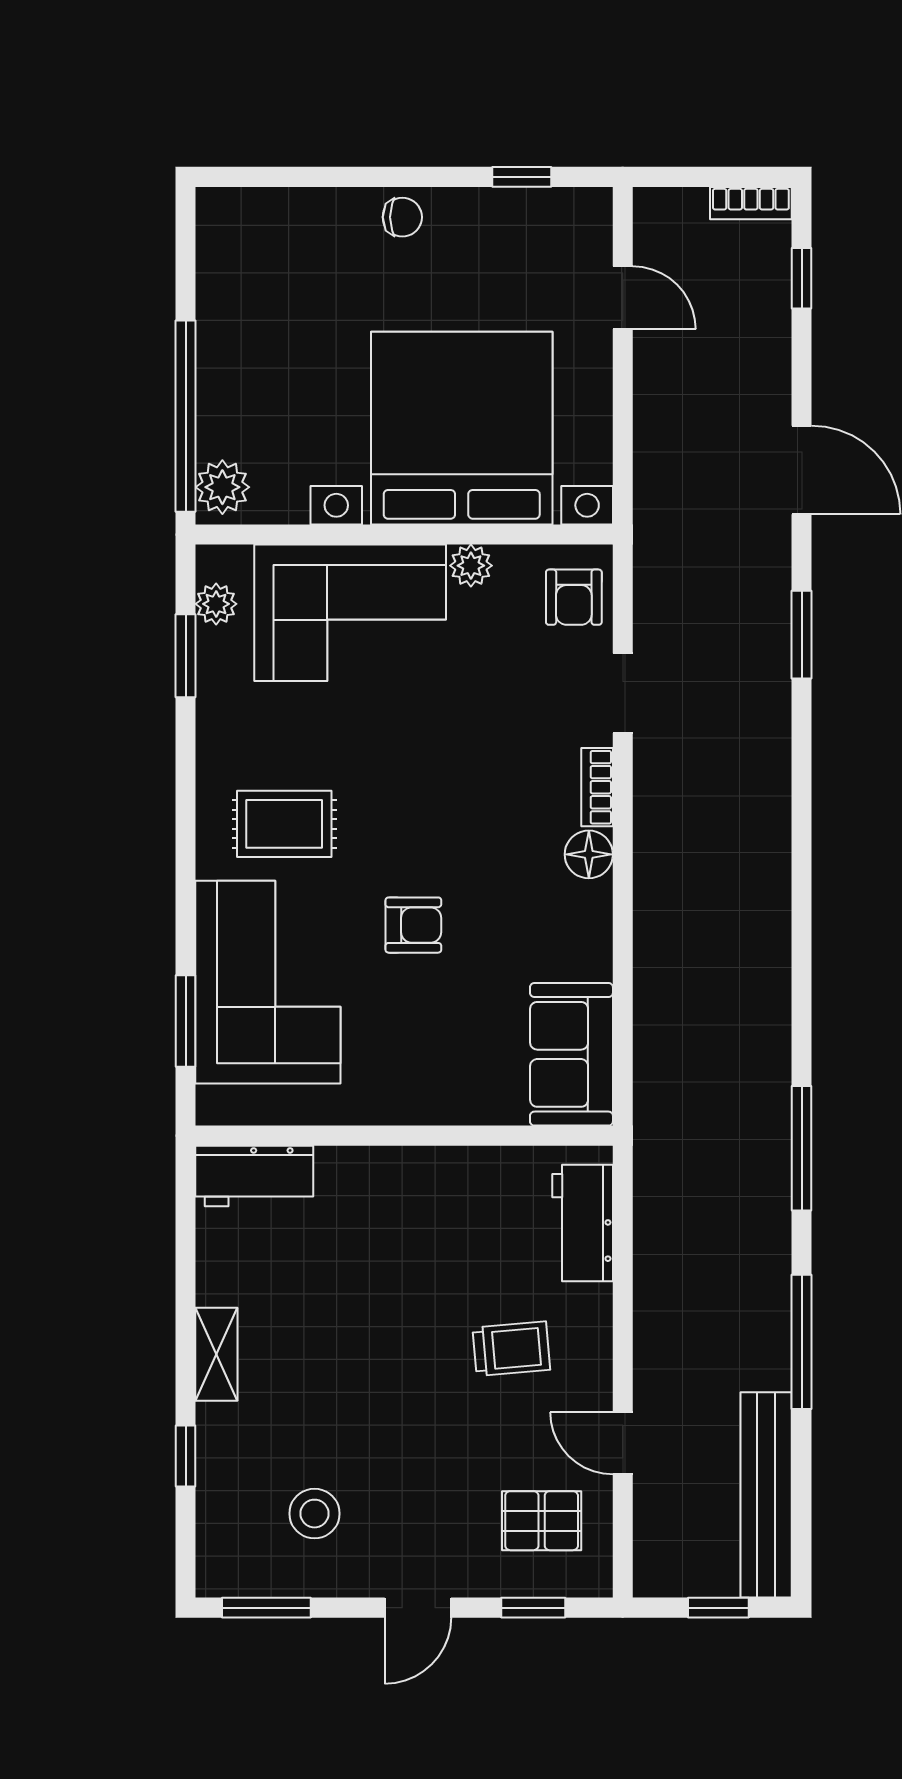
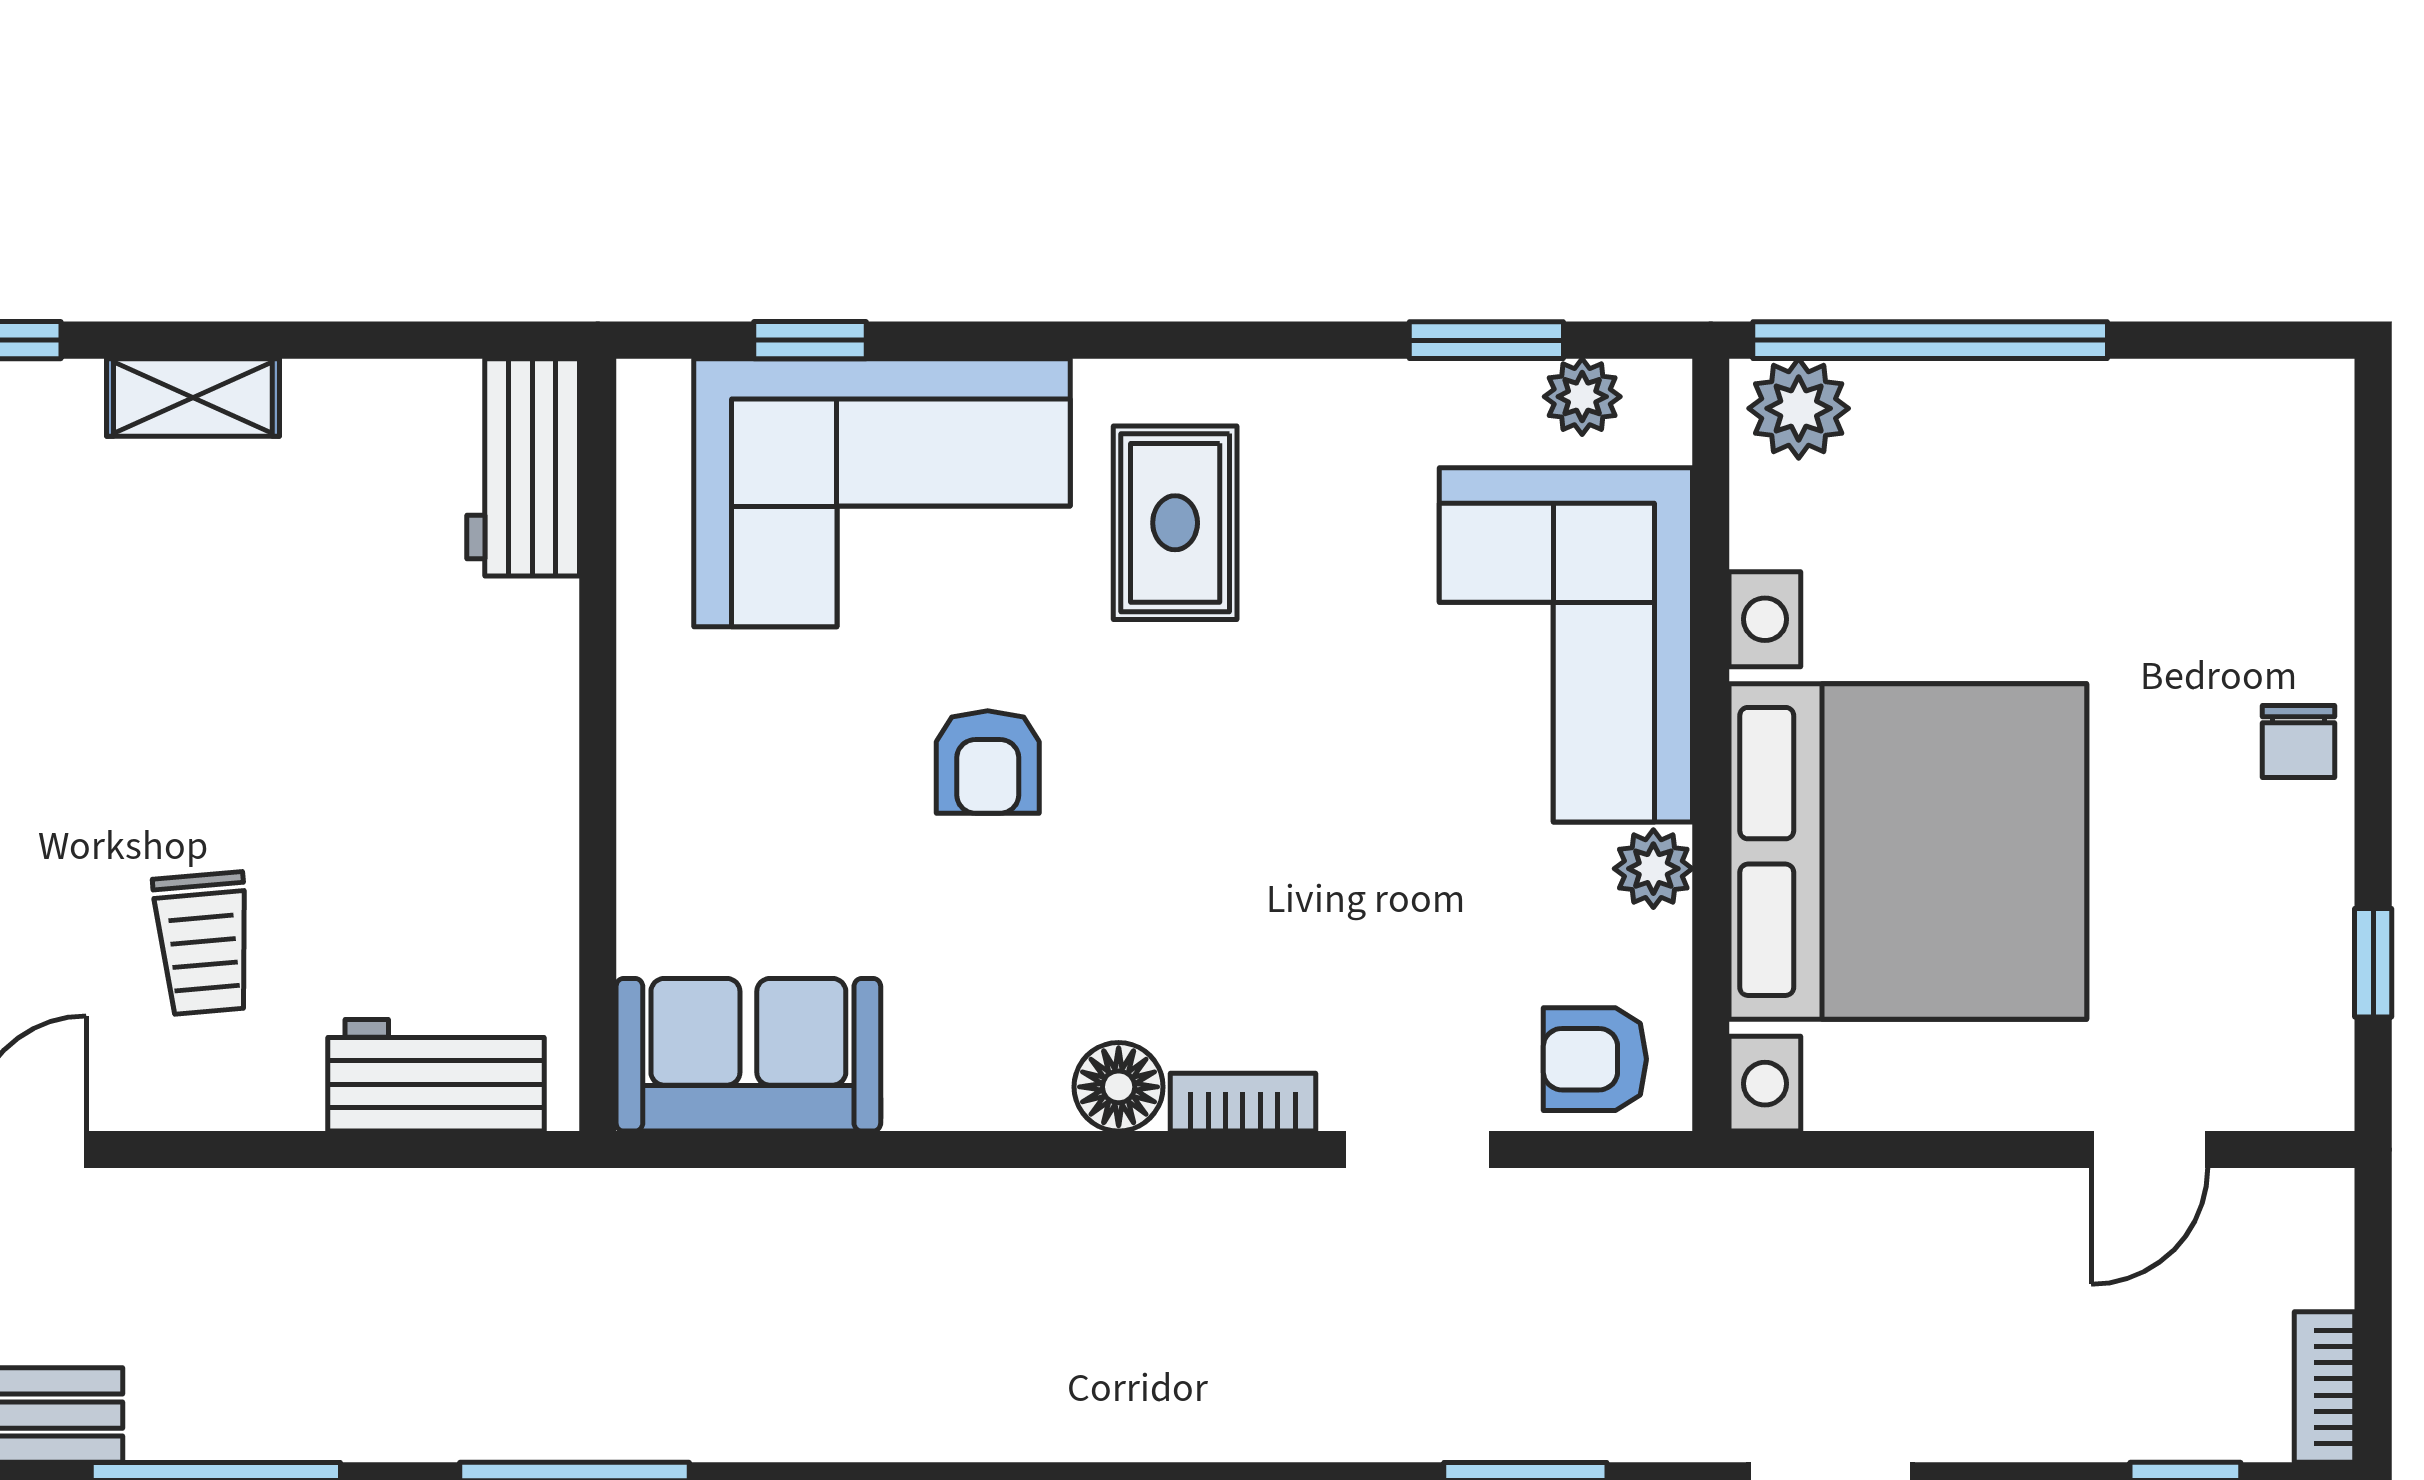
window: (186, 1021) -> (810, 340), width x0.67

